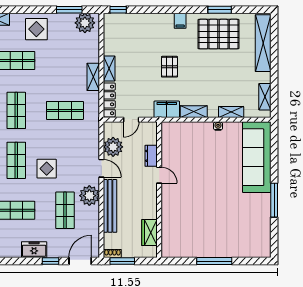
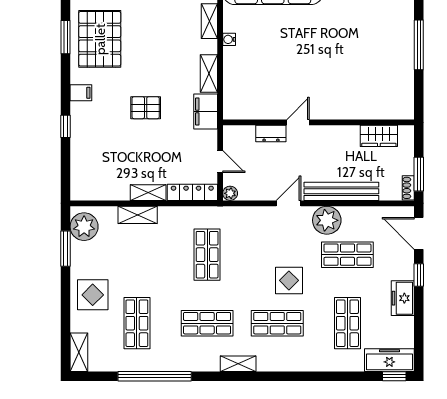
window: (118, 10) -> (65, 126), moved
shelving: (93, 77) -> (138, 215), moved
plant: (113, 147) -> (230, 193), moved, width x0.53, depth x0.53

